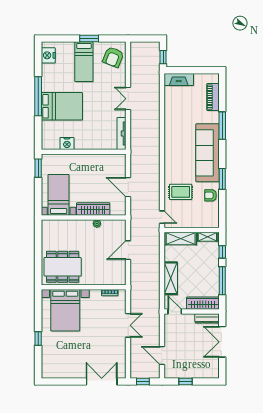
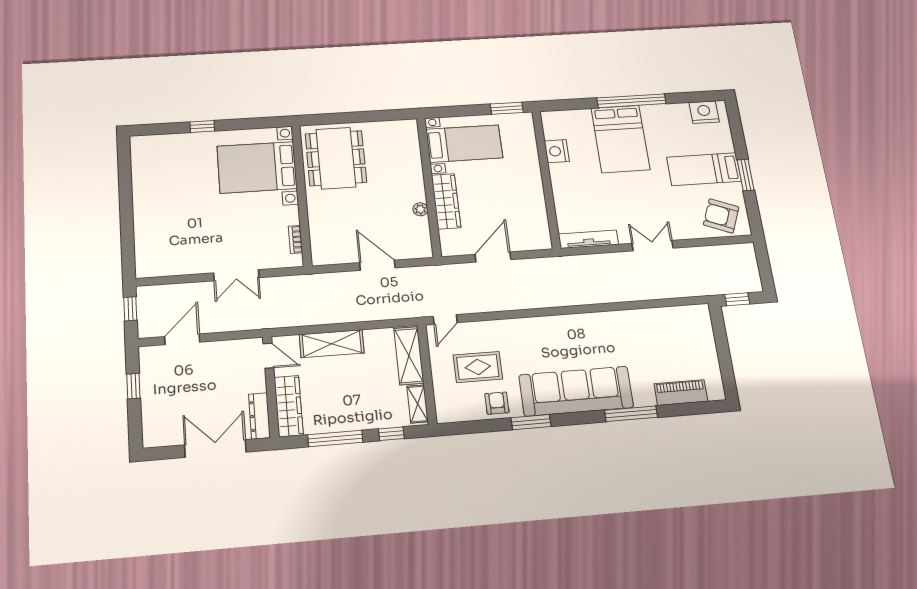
fireplace: (179, 80) -> (702, 330), removed
rug: (181, 192) -> (478, 367), moved, turned 90
door: (175, 312) -> (268, 356), hinge flipped
double door: (102, 381) -> (127, 237), removed

